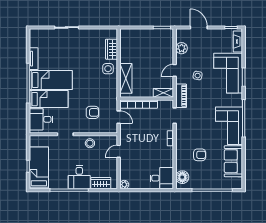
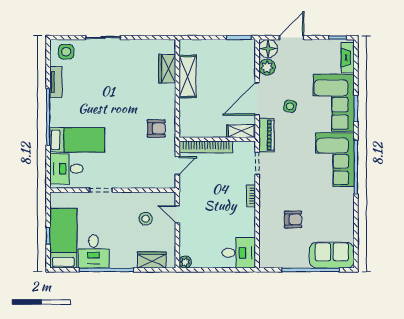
door: (199, 27) -> (292, 38), hinge flipped
side table: (108, 69) -> (66, 52), moved
door: (175, 70) -> (257, 99), width x1.87
shelving: (126, 78) -> (188, 77), moved
bed: (51, 80) -> (80, 113), removed
armchair: (93, 112) -> (156, 128), moved
door: (119, 117) -> (177, 166), hinge flipped
corner sofa: (229, 126) -> (335, 160), moved
stool: (90, 143) -> (146, 219), moved
door: (119, 151) -> (177, 214), hinge flipped
sofa: (233, 161) -> (332, 255), moved, turned 90
desk: (79, 177) -> (94, 251), moved
floor lamp: (182, 177) -> (268, 49), moved

